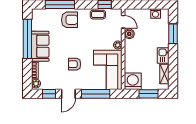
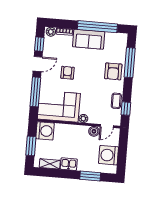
washing machine: (156, 13) -> (108, 155), width x1.89, depth x1.89
door: (68, 94) -> (38, 64), swing flipped

